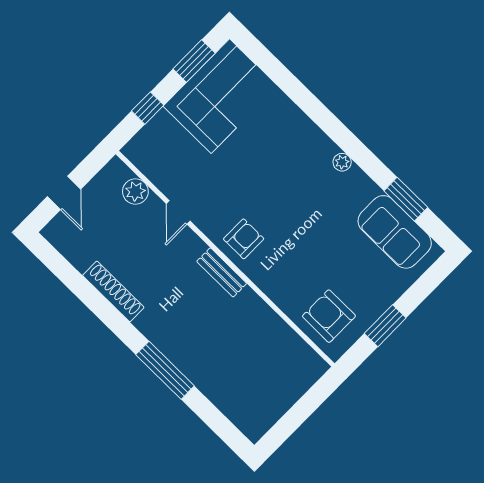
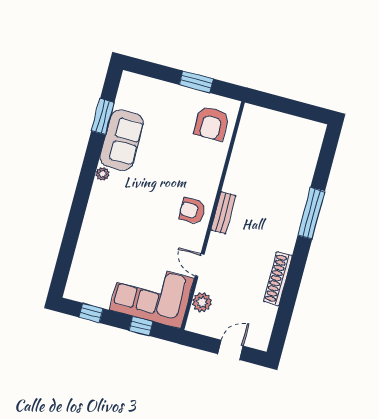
window: (194, 61) -> (91, 313), width x0.67
corner sofa: (220, 96) -> (152, 294), moved
door: (178, 212) -> (200, 265), swing flipped
sofa: (395, 232) -> (122, 140), moved

